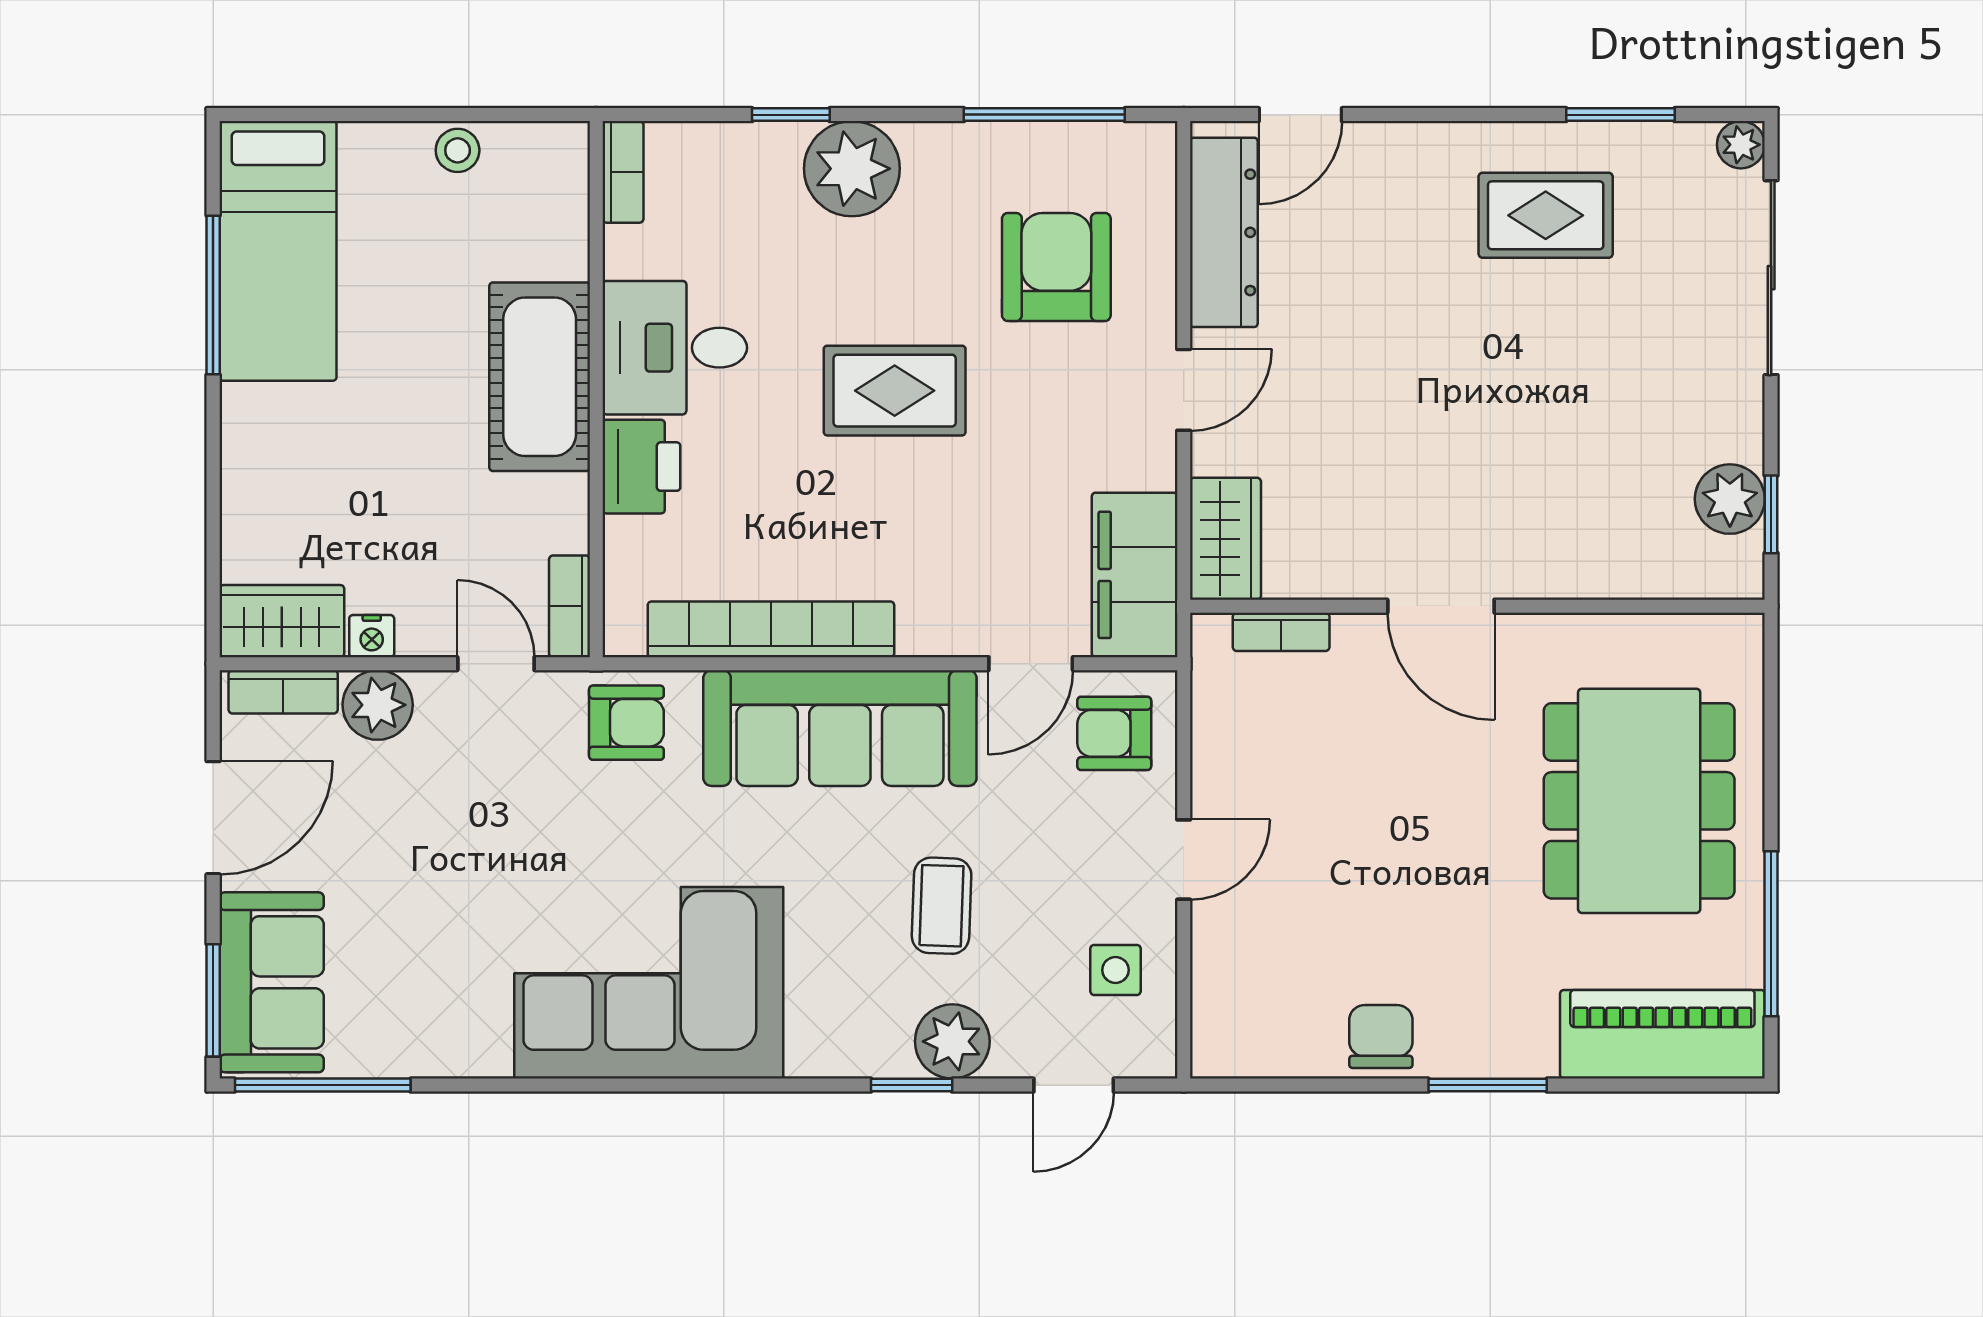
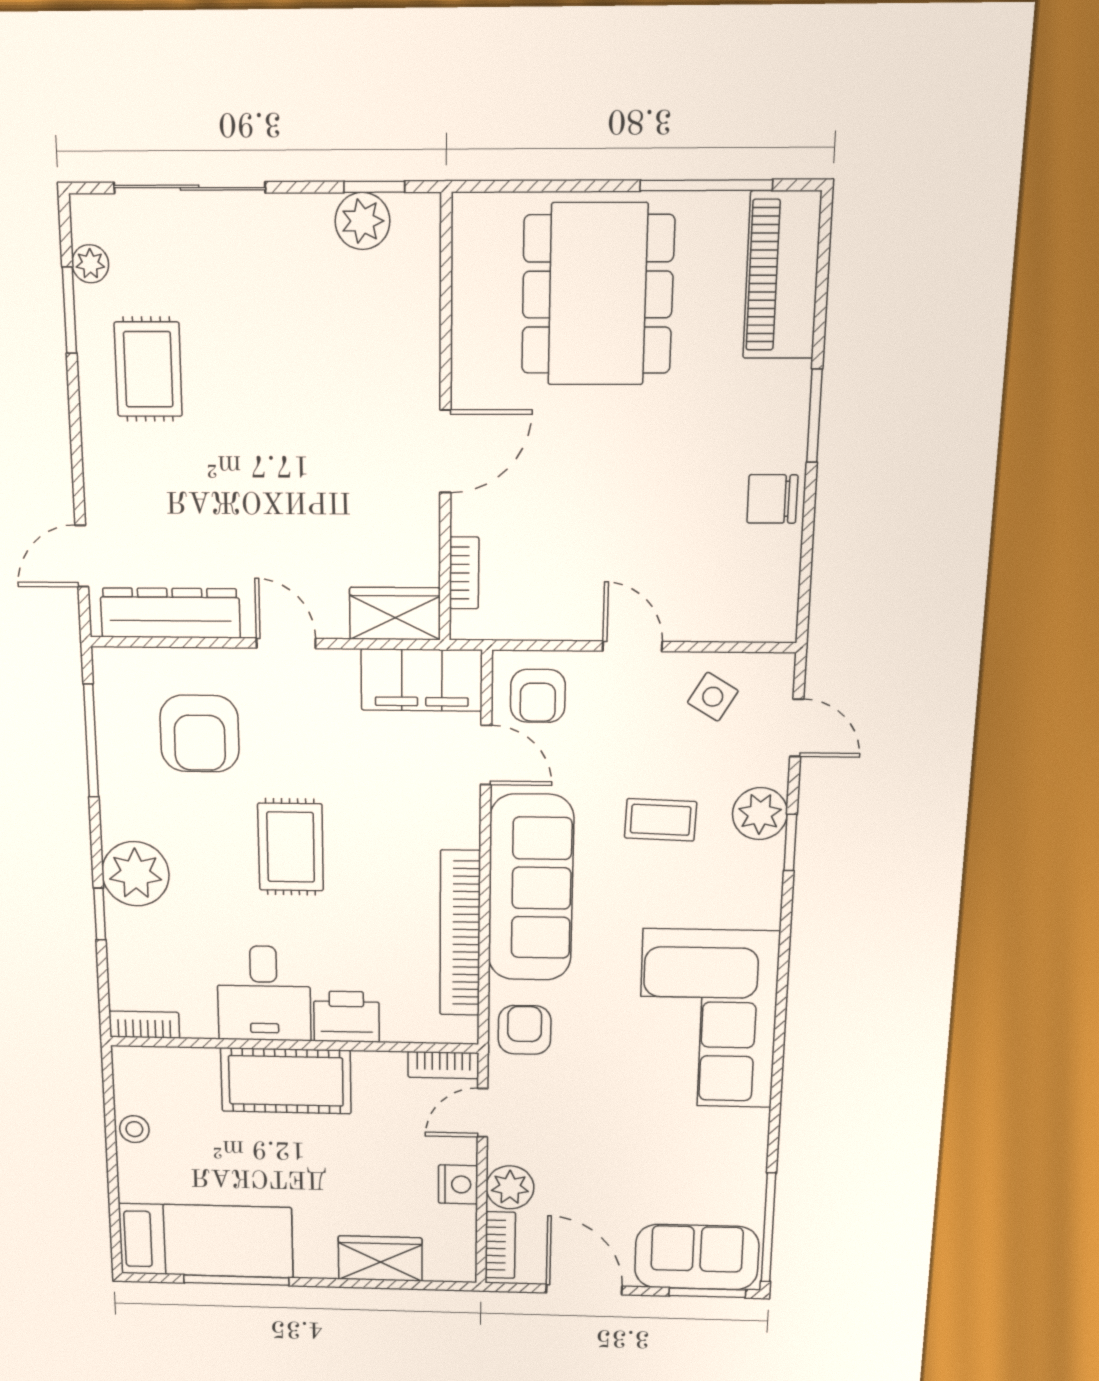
door: (1300, 115) -> (82, 556), swing flipped
plant: (1741, 145) -> (90, 264), moved
armchair: (1056, 267) -> (200, 734), turned -90
wardrobe: (282, 621) -> (380, 1259), moved, turned 90
nightstand: (372, 636) -> (458, 1184), width x1.39, depth x1.35
dining table: (1639, 801) -> (598, 295), turned 90
side table: (1115, 970) -> (713, 697), turned 31

